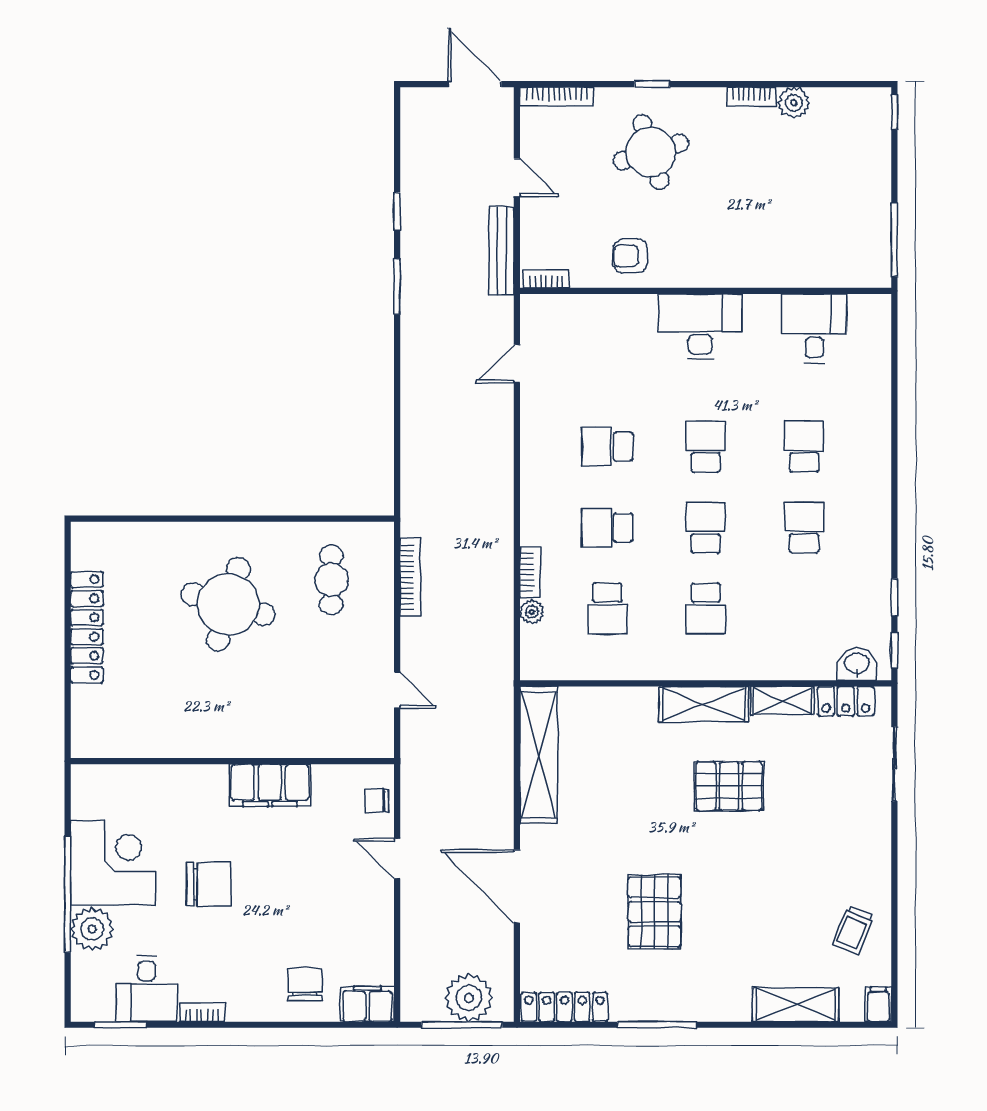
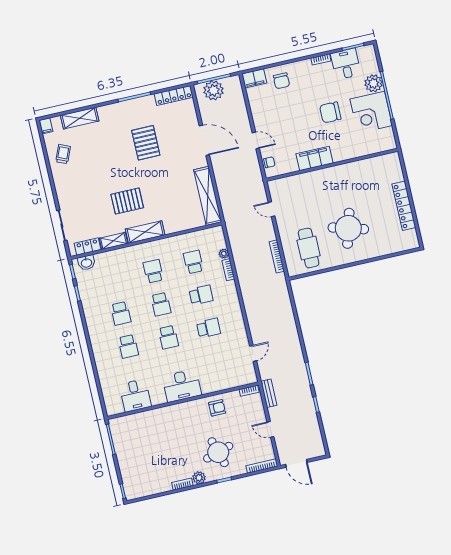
plant: (794, 103) -> (199, 478), moved
bench: (502, 251) -> (269, 393), width x0.73
cafe table: (331, 580) -> (309, 248), width x1.37, depth x1.35

